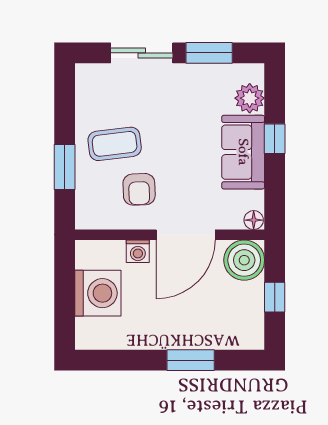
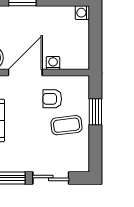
armchair: (139, 189) -> (52, 99), turned -88
washing machine: (98, 293) -> (82, 13), moved, width x0.53, depth x0.53

